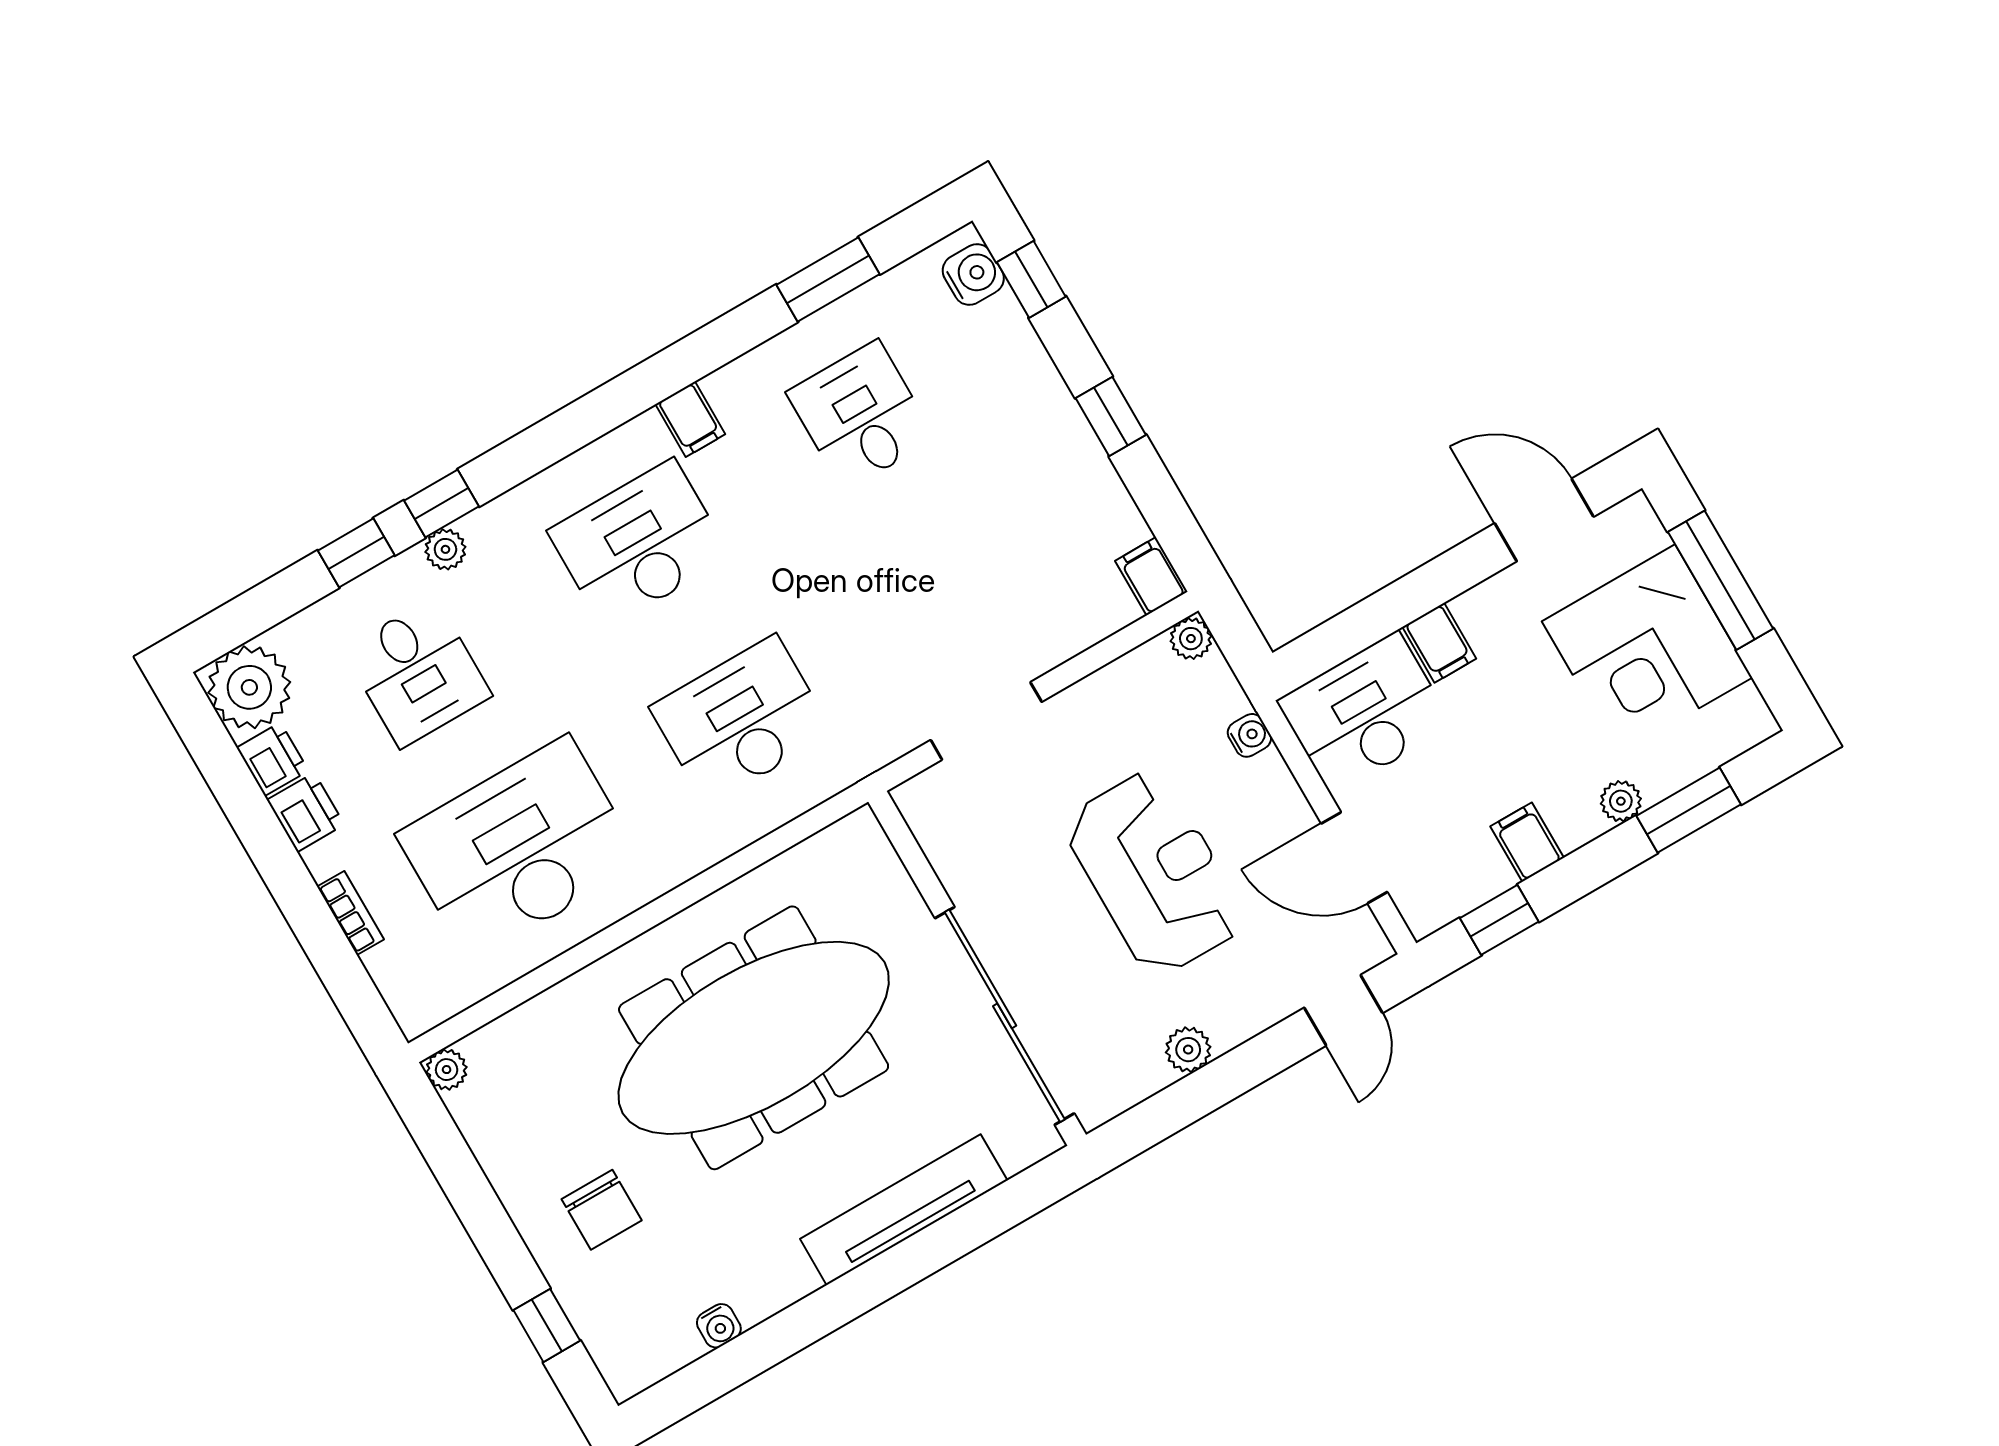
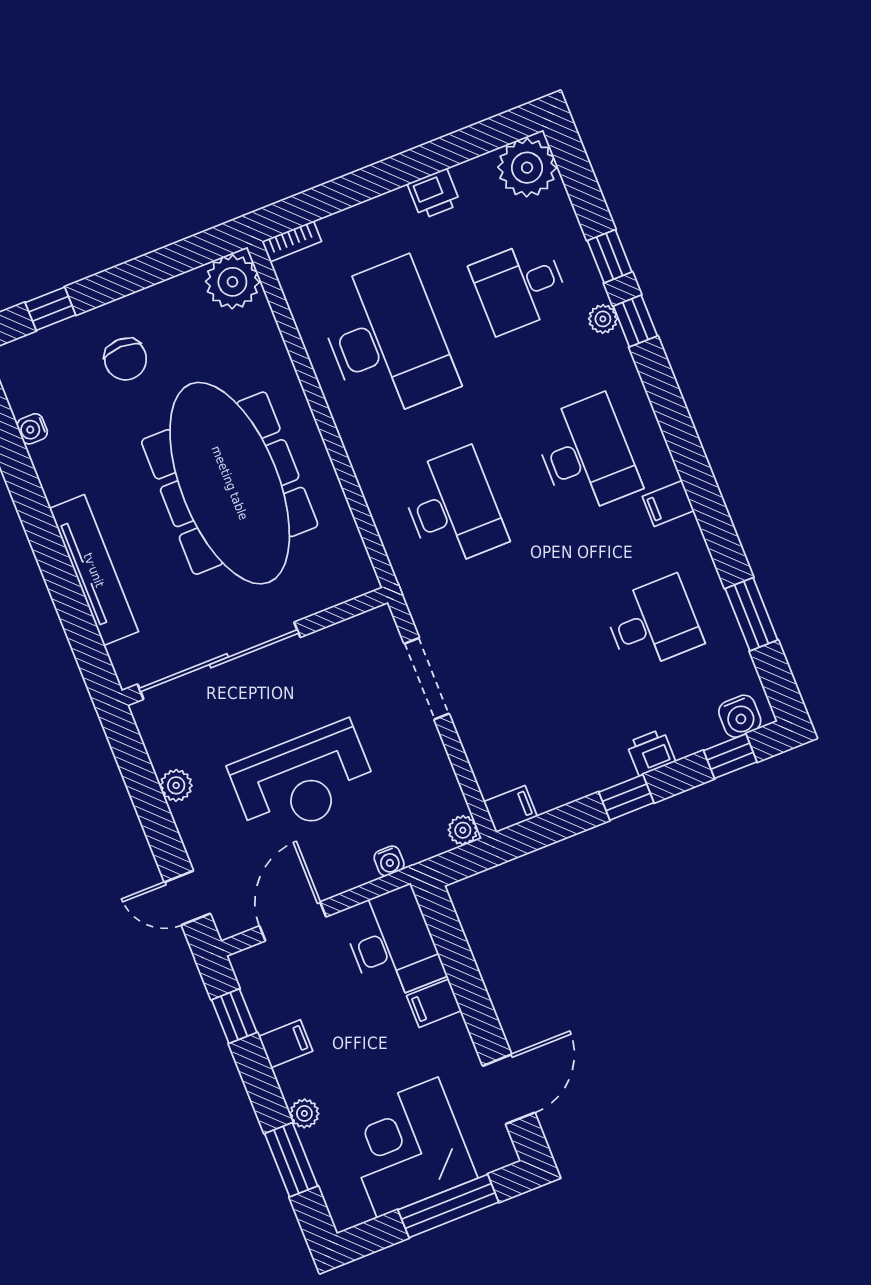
printer: (273, 759) -> (651, 752), moved, turned 180
bookcase: (351, 913) -> (292, 241), moved
plant: (447, 1070) -> (232, 282), width x1.88, depth x1.88
chair: (602, 1210) -> (126, 359), turned -90

